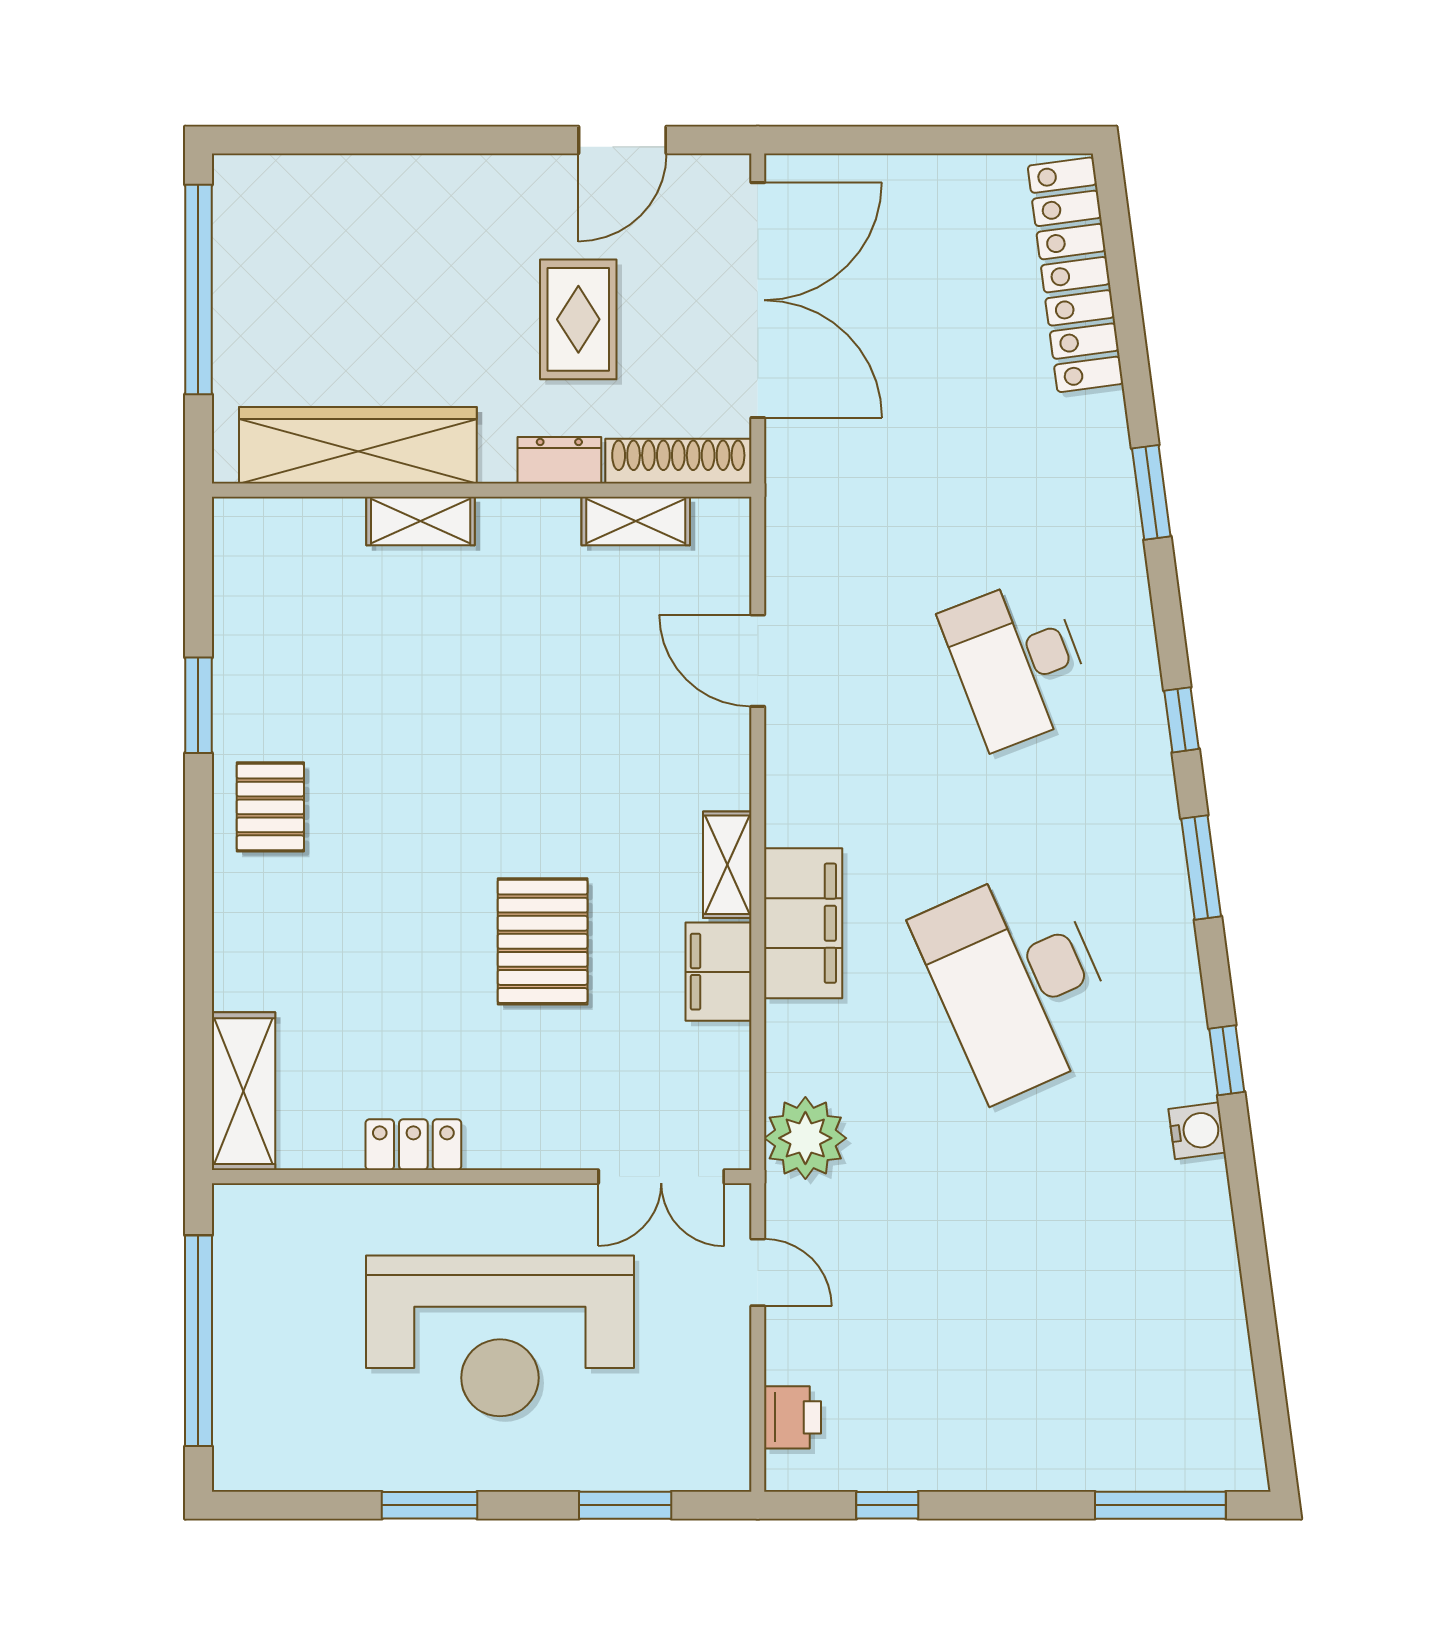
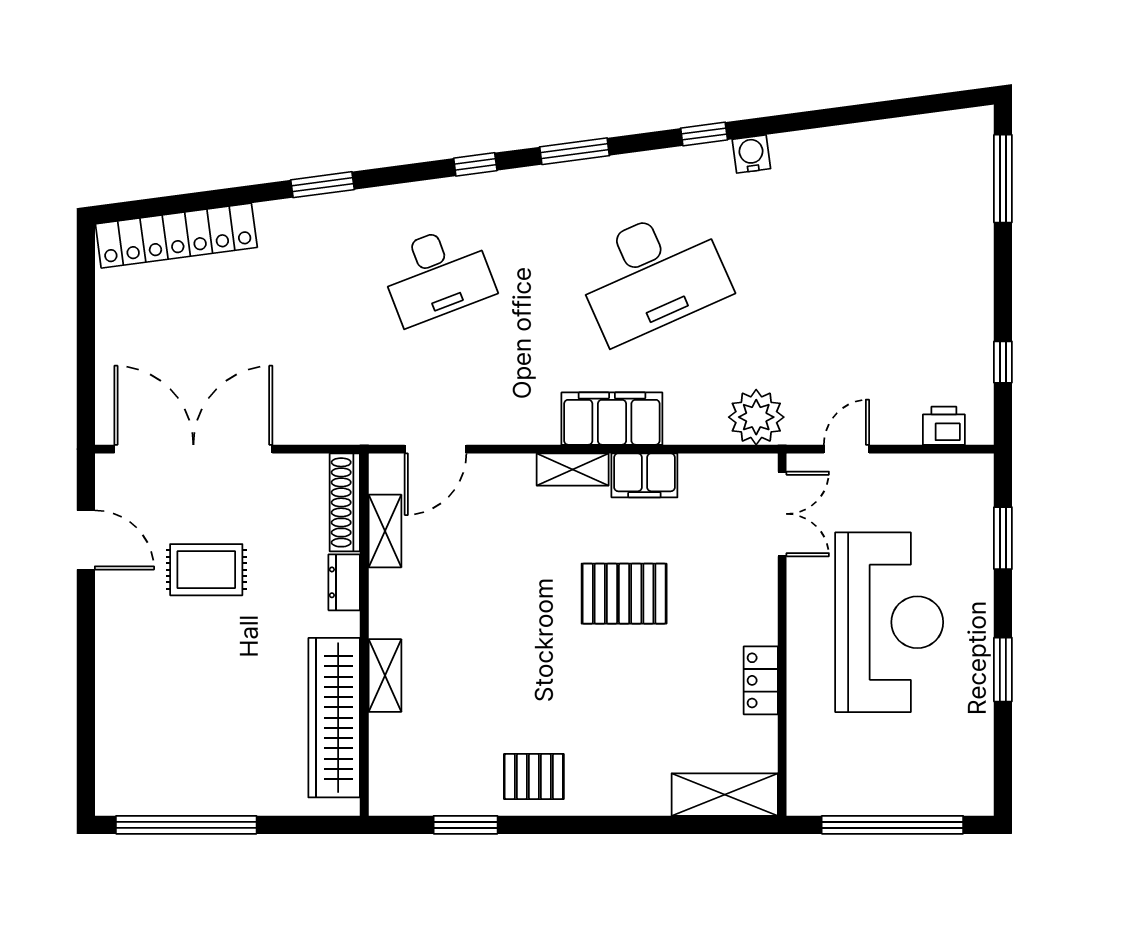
wardrobe: (358, 445) -> (334, 718), moved
dresser: (559, 460) -> (344, 582), moved
shoe rack: (678, 461) -> (345, 502), moved
wall: (482, 490) -> (364, 635), moved
shelving: (421, 521) -> (385, 676), moved
shelving: (636, 521) -> (385, 531), moved

